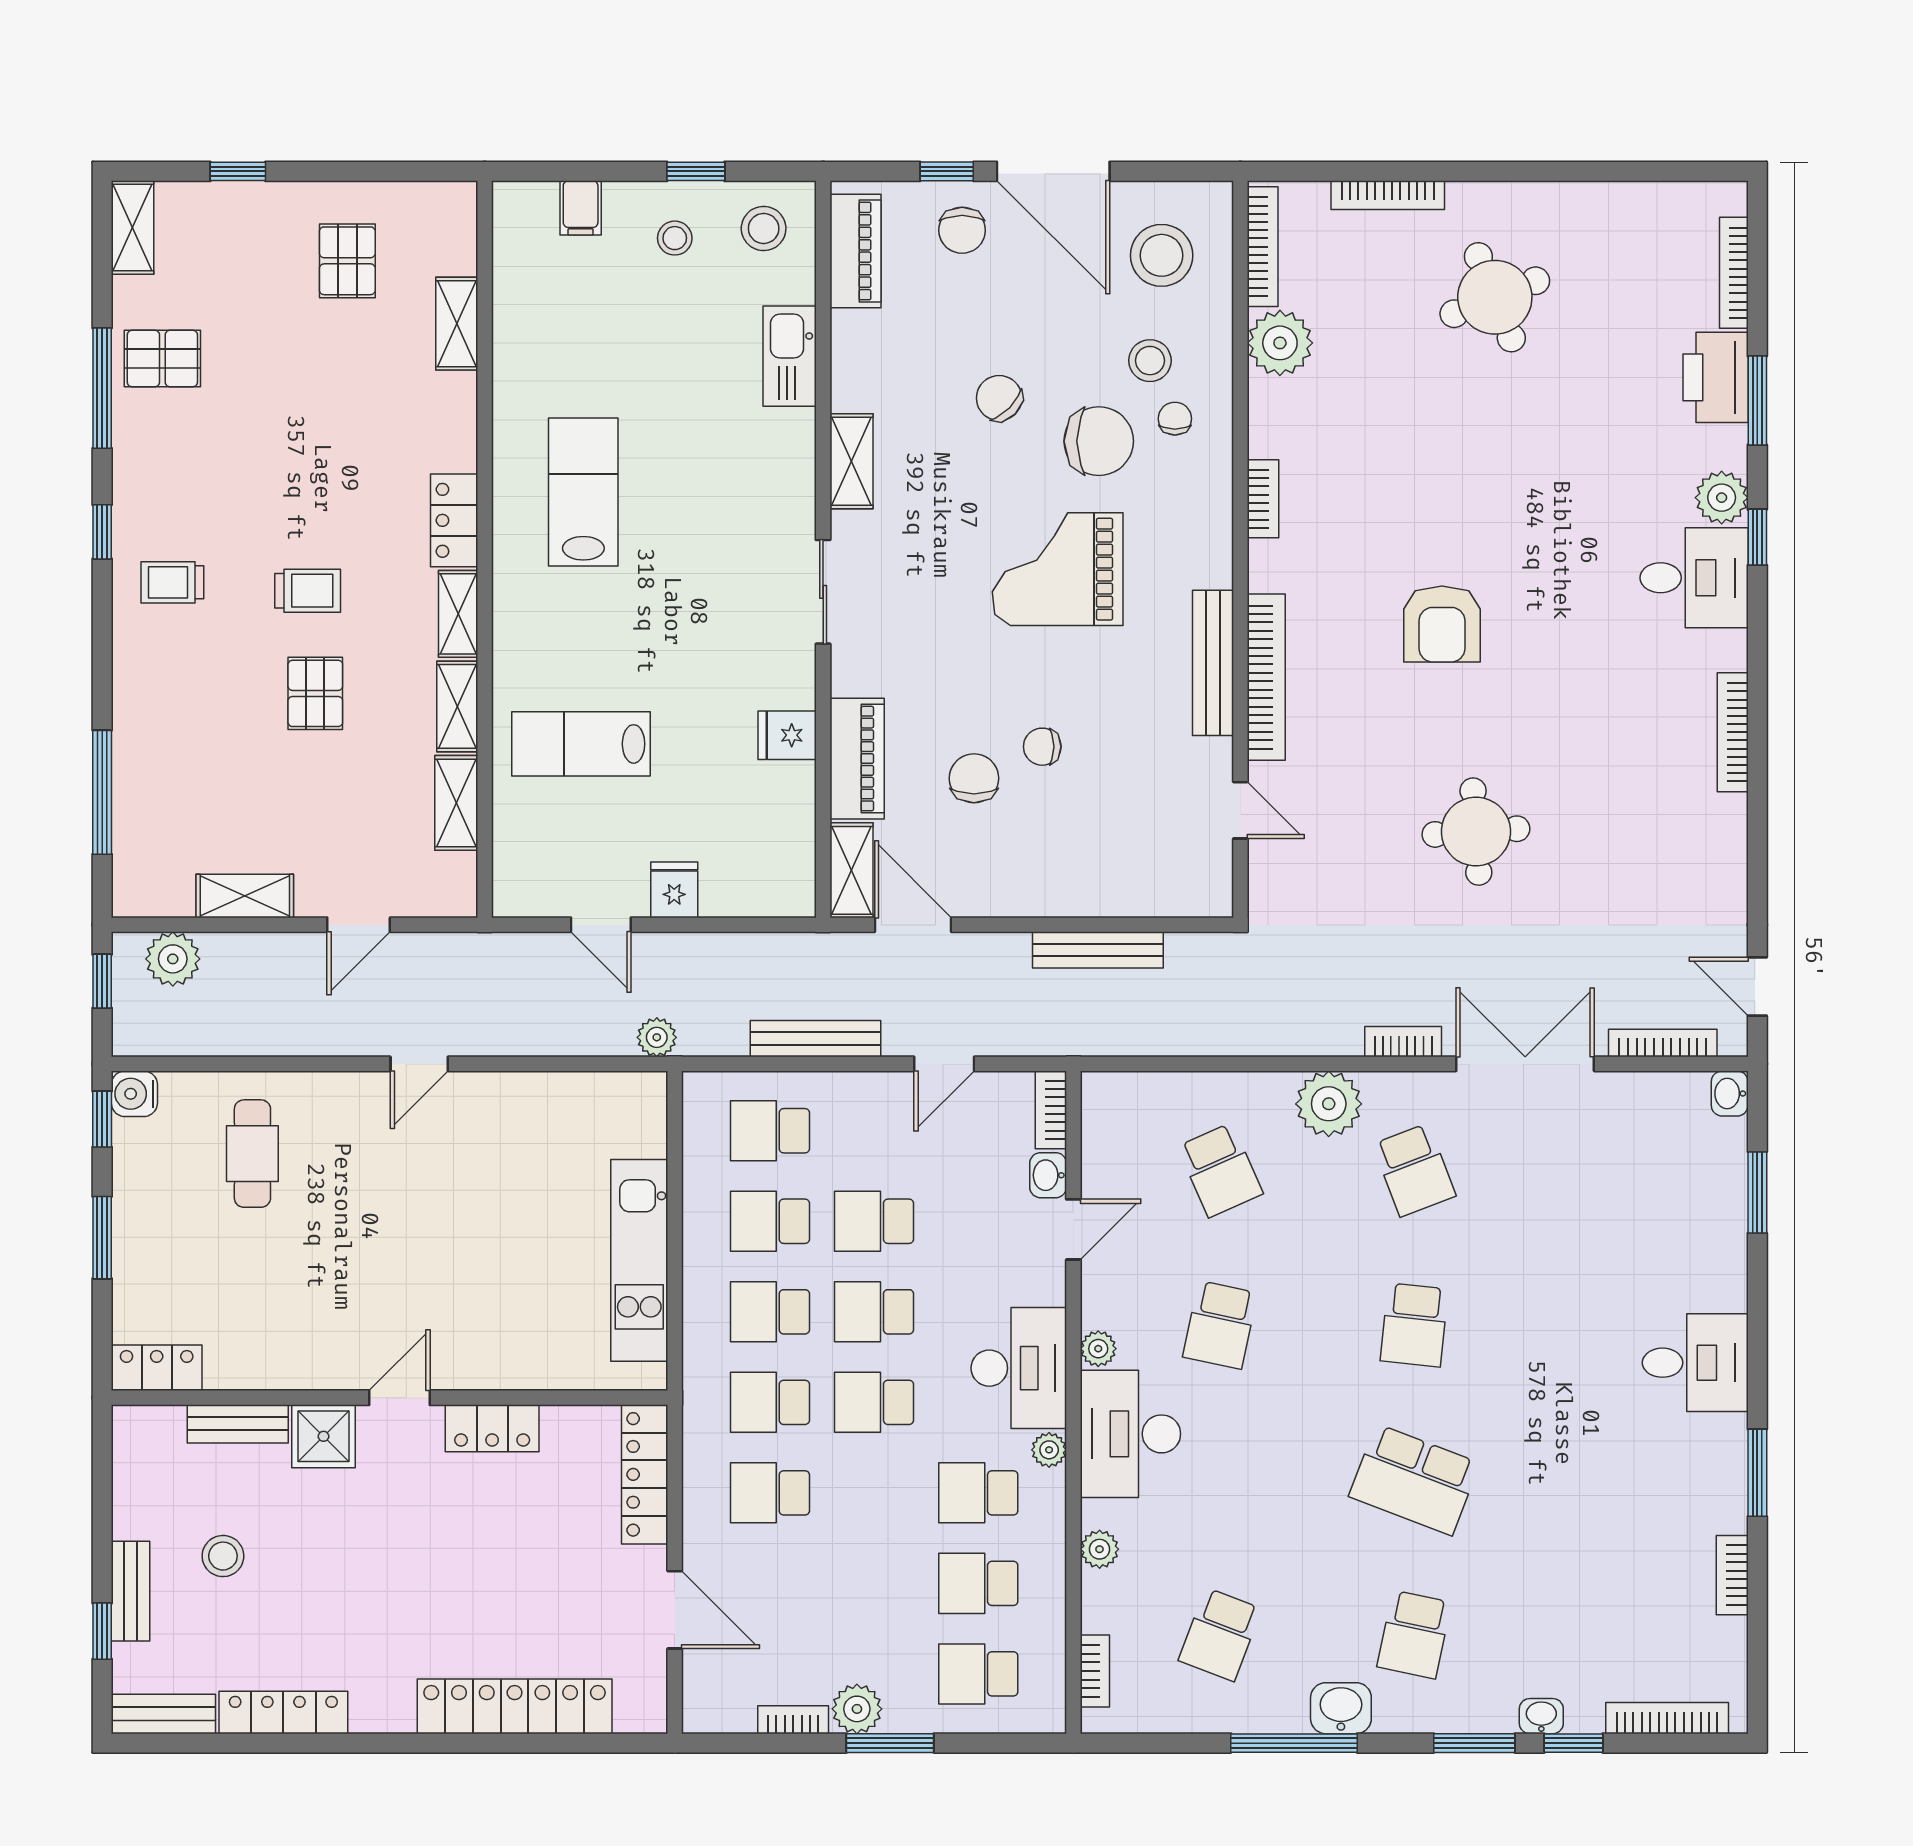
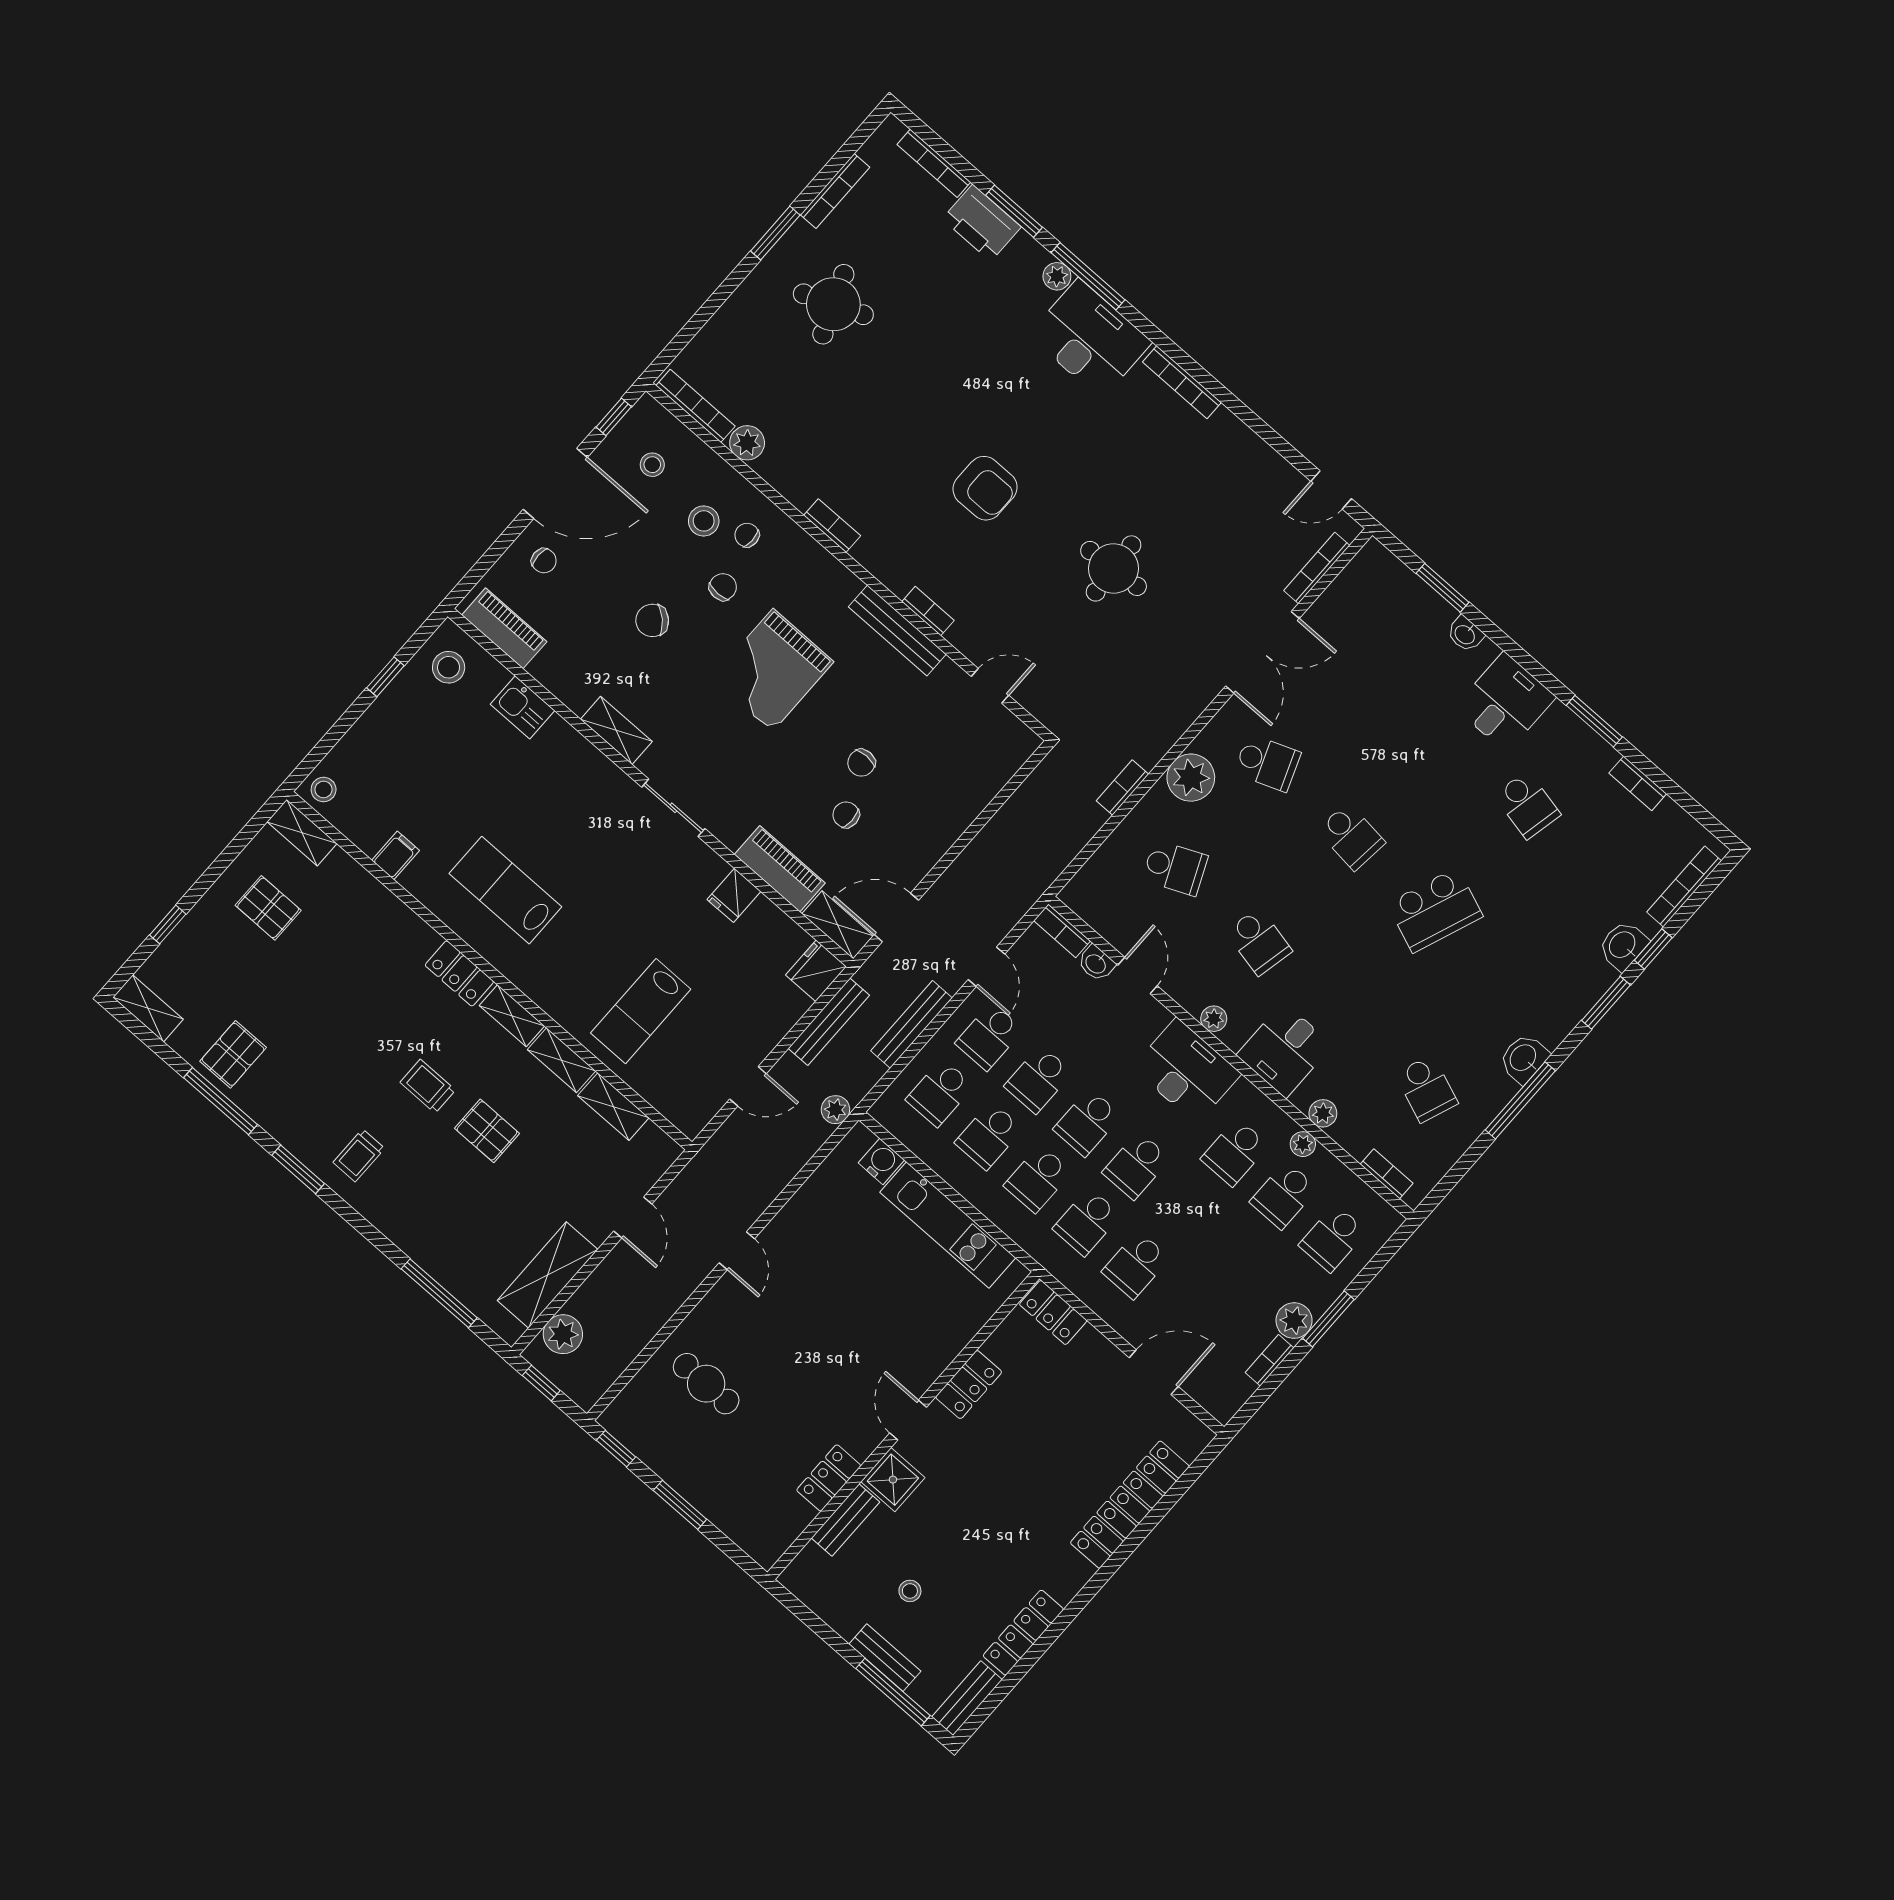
window: (947, 171) -> (614, 417), moved
window: (1516, 171) -> (775, 233), added
bookcase: (1388, 195) -> (835, 191), moved
filing cabinet: (581, 208) -> (396, 855), moved, turned -90
chair: (962, 230) -> (544, 561), width x0.73, depth x0.73
stool: (675, 238) -> (324, 790), moved
stool: (1162, 255) -> (652, 465), width x0.53, depth x0.53
shelving: (457, 324) -> (302, 833), moved
plant: (1280, 343) -> (747, 443), width x0.73, depth x0.73
kitchen sink: (790, 356) -> (523, 707), width x0.73
chair: (1099, 441) -> (723, 587), width x0.54, depth x0.54
plant: (1722, 498) -> (1057, 276), width x0.73, depth x0.73
window: (102, 532) -> (298, 1169), width x1.50
window: (1757, 537) -> (1088, 276), width x2.17
desk: (1694, 578) -> (1090, 339), width x1.37
trolley: (308, 591) -> (428, 1086), turned -90
bookcase: (1266, 677) -> (928, 611), width x0.43, depth x0.76
chair: (974, 778) -> (846, 815), width x0.73, depth x0.73
fridge: (674, 890) -> (816, 971), moved, width x1.38
shelving: (245, 896) -> (548, 1275), width x1.50, depth x1.33
bench: (1098, 950) -> (829, 1022), moved
bookcase: (1403, 1042) -> (1123, 787), moved
double door: (1525, 1064) -> (1263, 652), swing flipped
washbasin: (1730, 1093) -> (1465, 634), moved
water cooler: (134, 1094) -> (881, 1161), moved, turned 180
school desk: (874, 1131) -> (989, 1036), added
locker: (157, 1368) -> (829, 1478), moved
desk: (1130, 1434) -> (1285, 1050), width x0.73
plant: (1049, 1450) -> (1303, 1144), moved
locker: (645, 1474) -> (1053, 1312), width x0.66
stool: (223, 1556) -> (910, 1591), width x0.73, depth x0.73
window: (102, 1631) -> (893, 1692), width x2.17
school desk: (1414, 1635) -> (1527, 805), moved
washbasin: (1541, 1716) -> (1623, 945), width x1.38, depth x1.45

